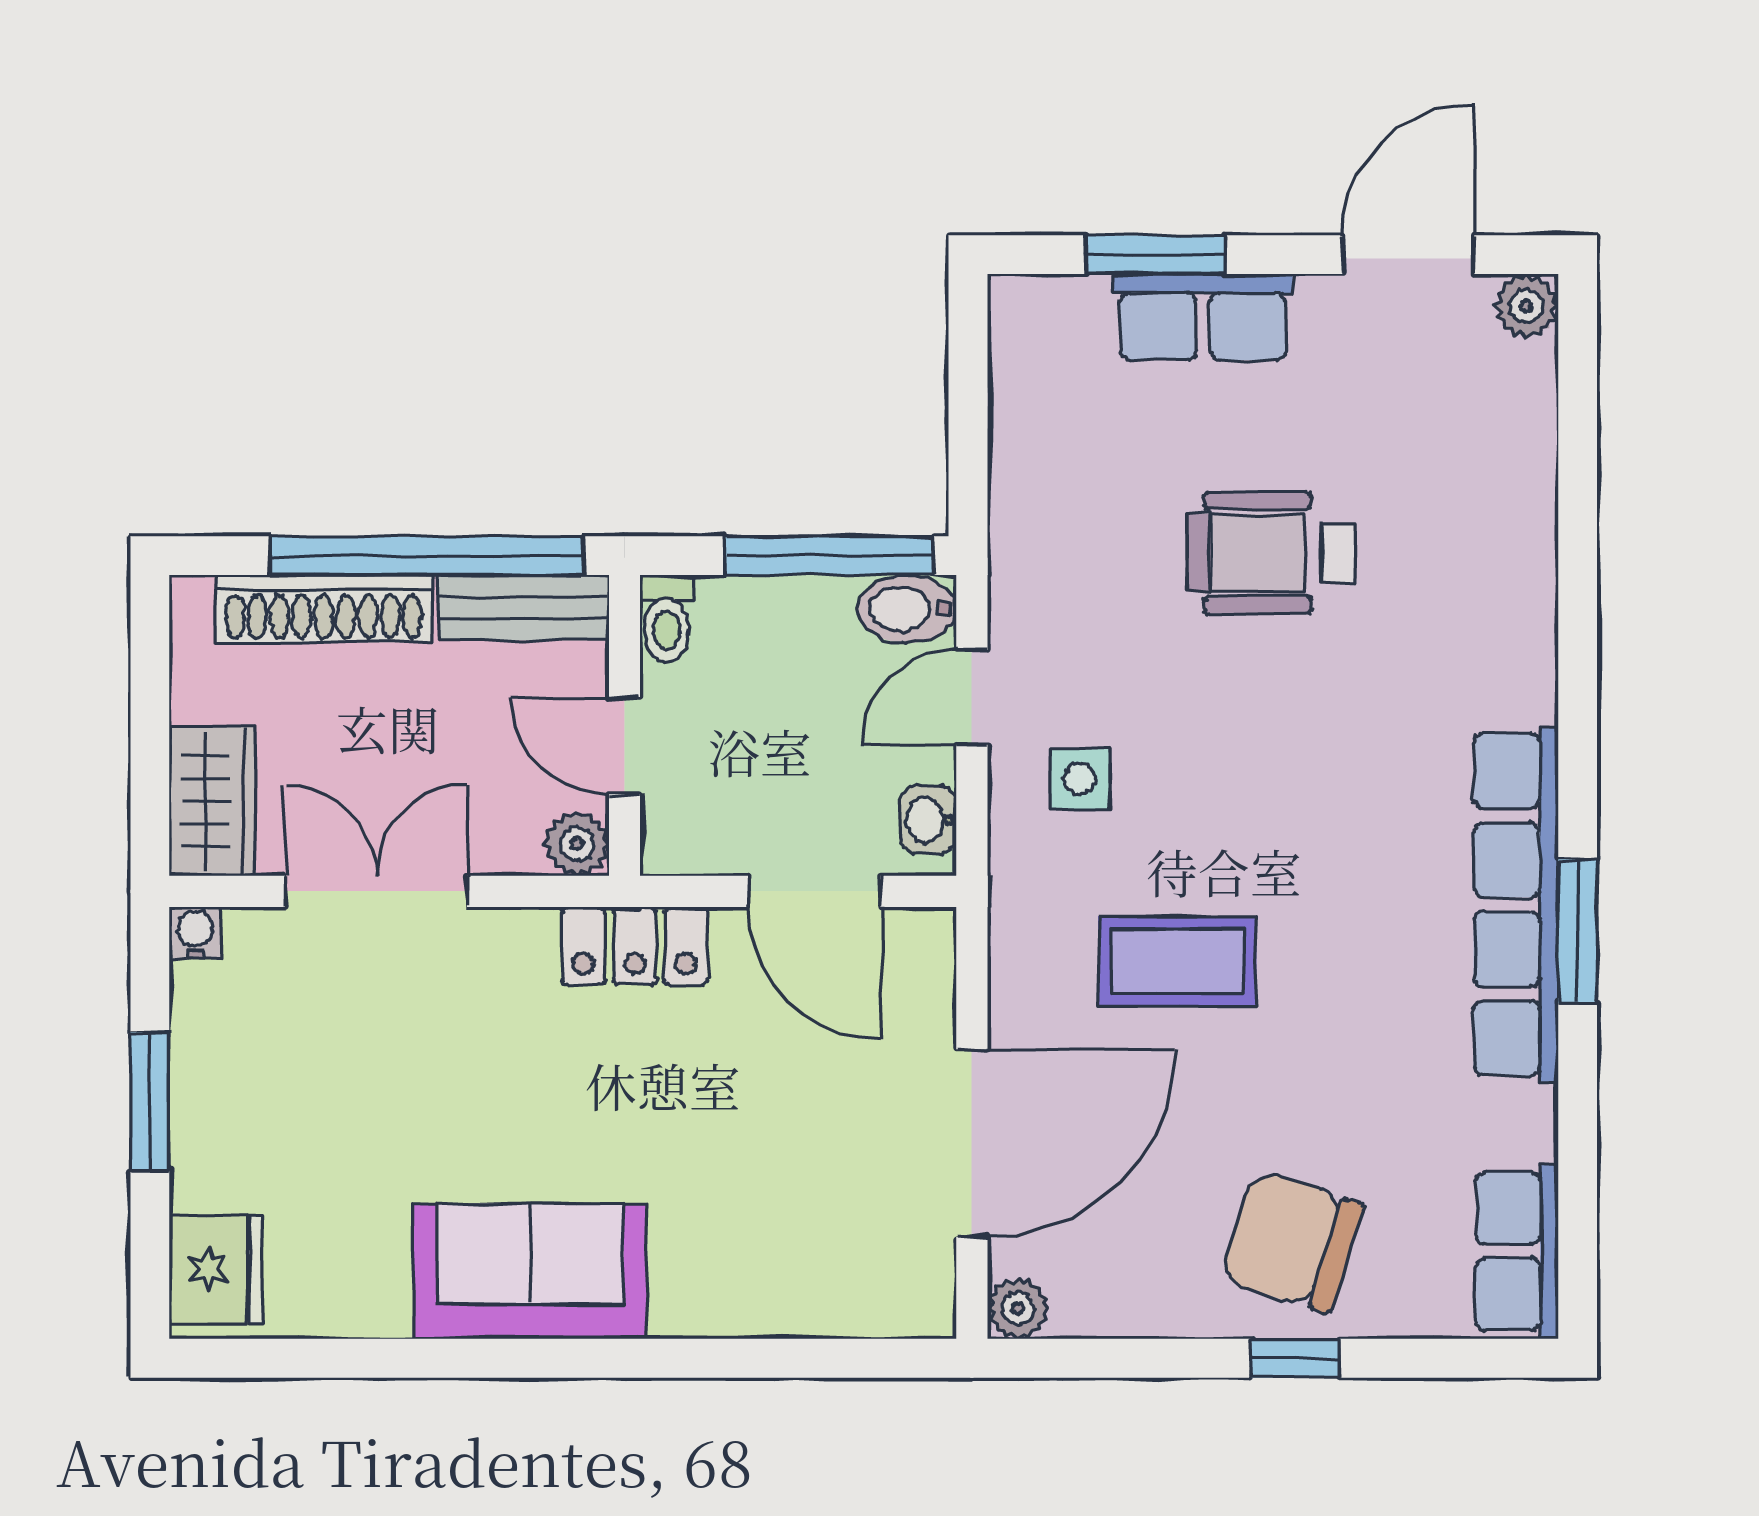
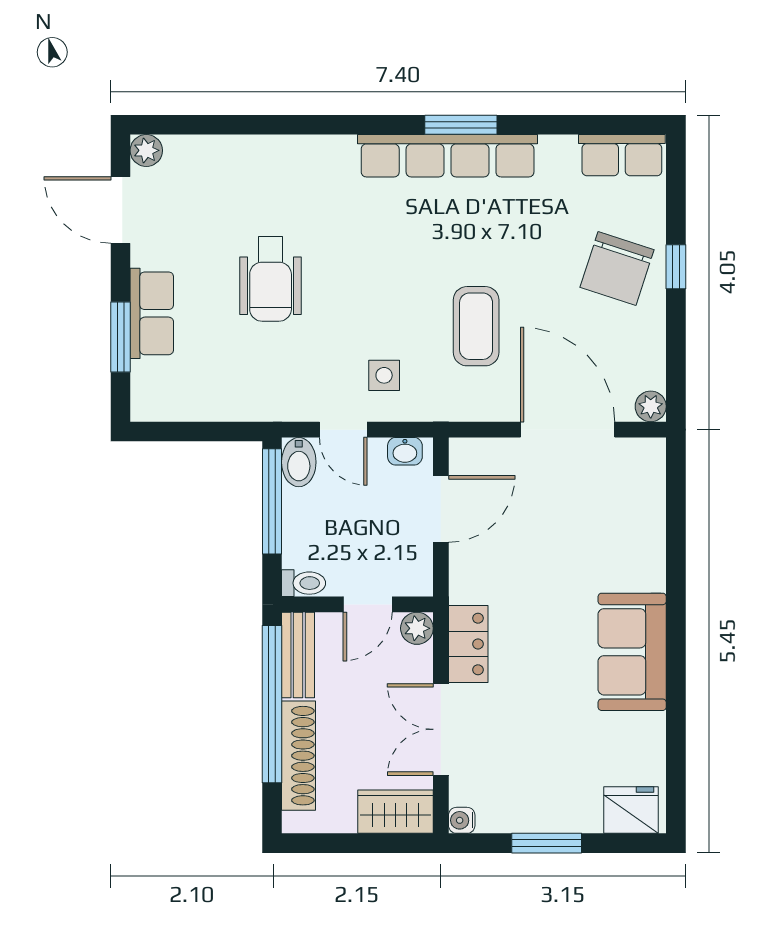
locker: (635, 946) -> (468, 644), moved

